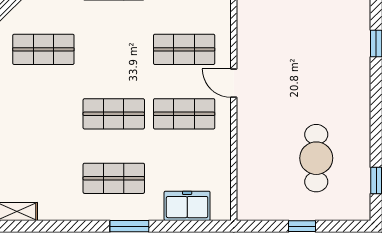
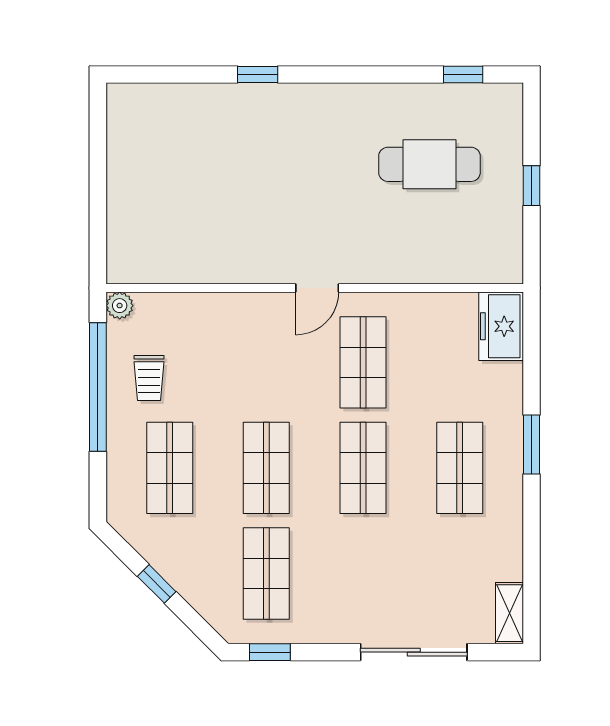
shop shelf: (184, 49) -> (266, 468), moved
freezer: (187, 206) -> (501, 326), moved

